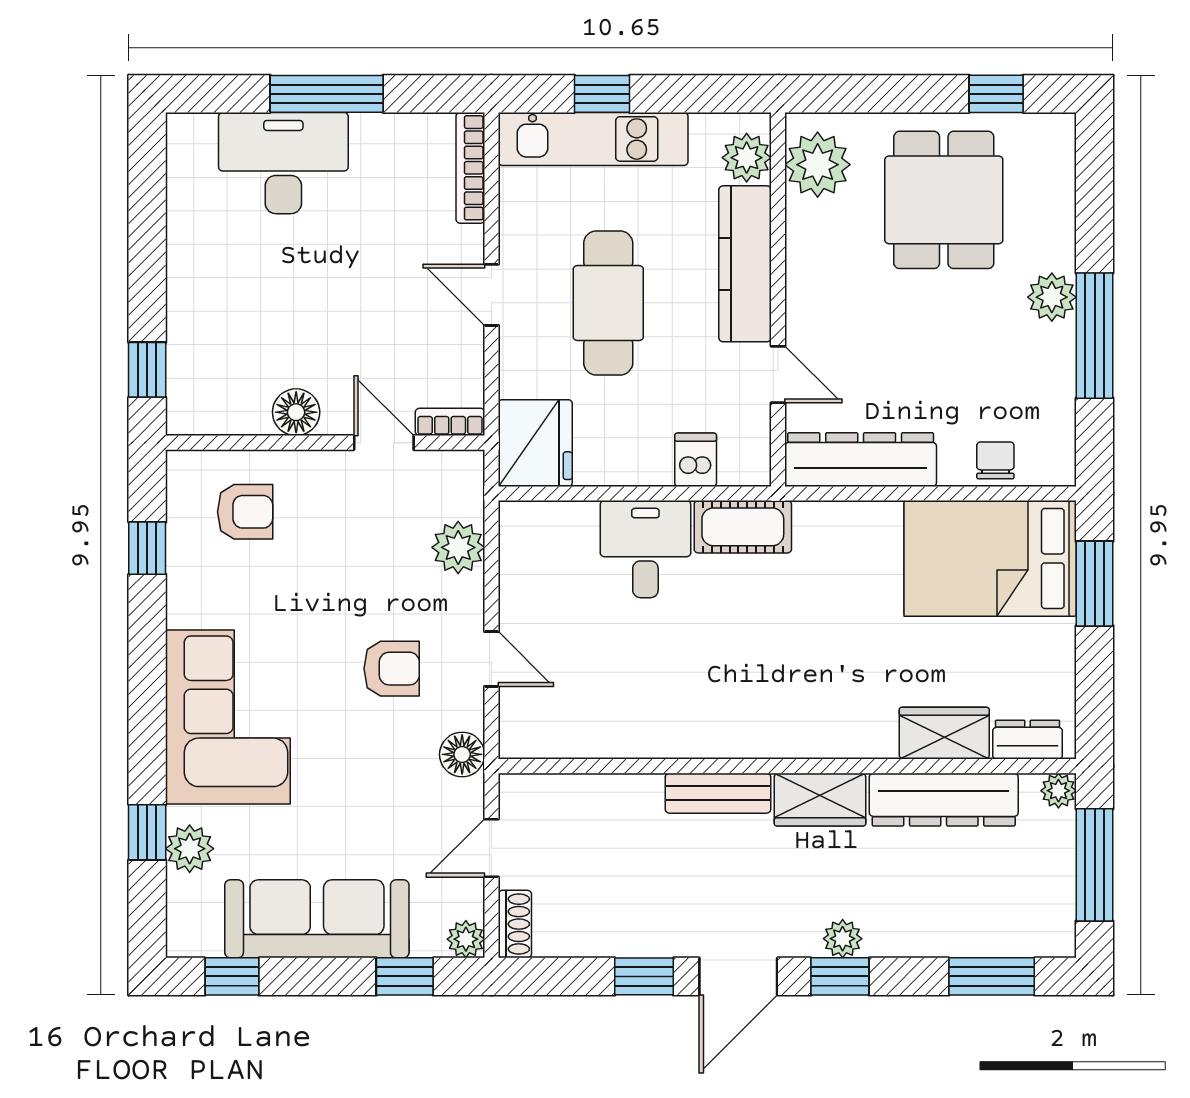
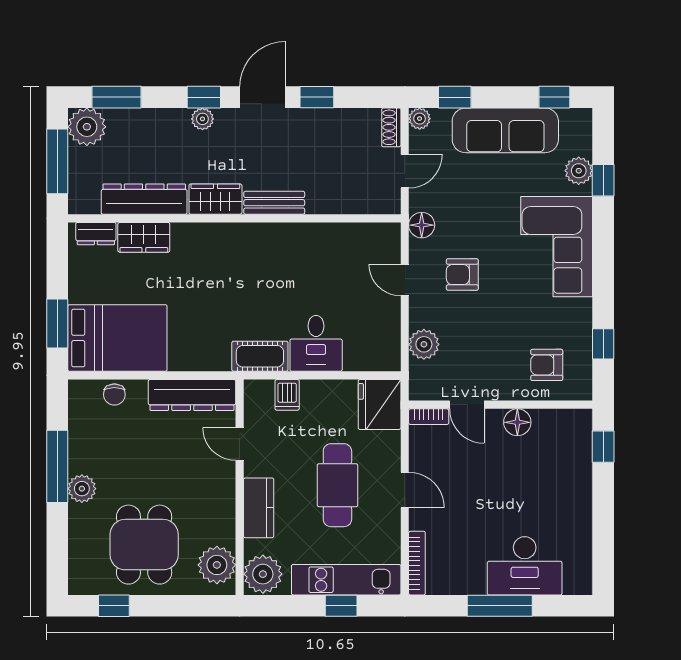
plant: (747, 158) -> (263, 574), width x1.36, depth x1.36
kitchen counter: (745, 264) -> (259, 508), width x0.67
plant: (1058, 791) -> (87, 127), moved, width x1.87, depth x1.87

